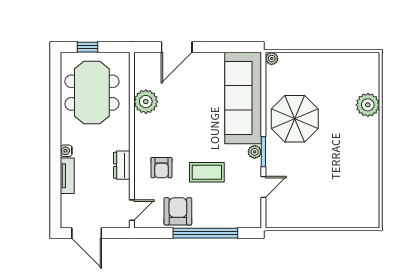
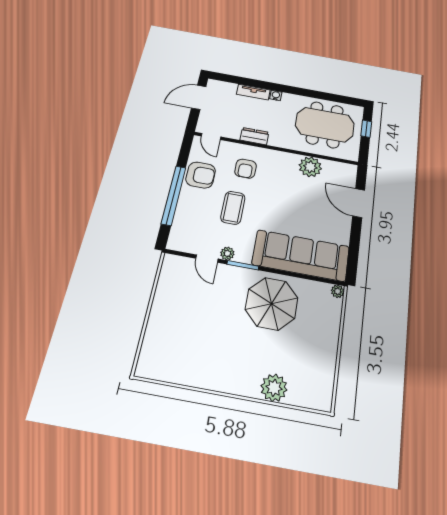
plant: (255, 152) -> (227, 253), moved
armchair: (161, 168) -> (246, 169), turned -90

